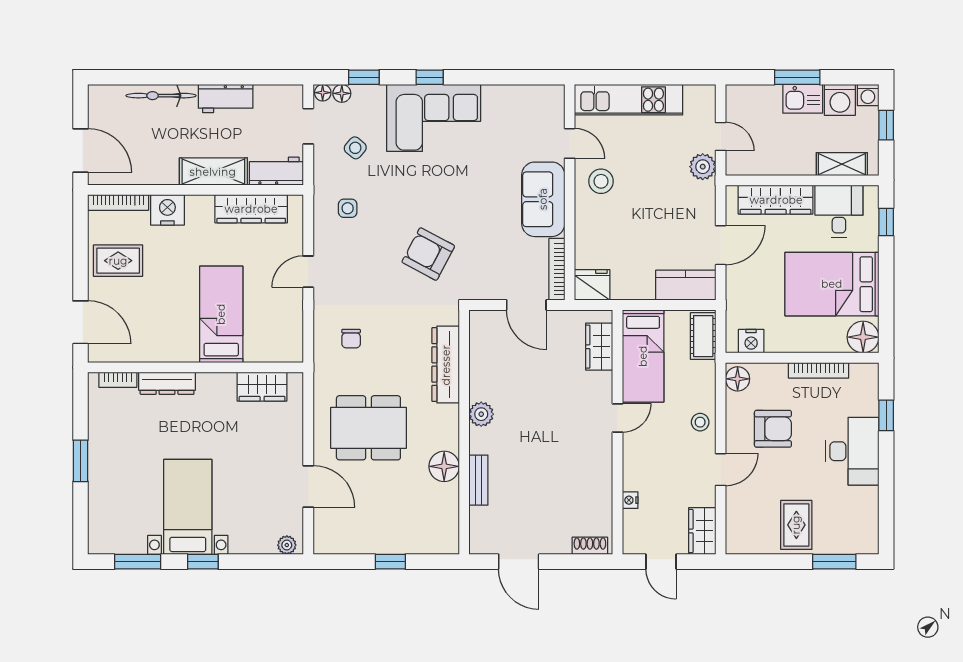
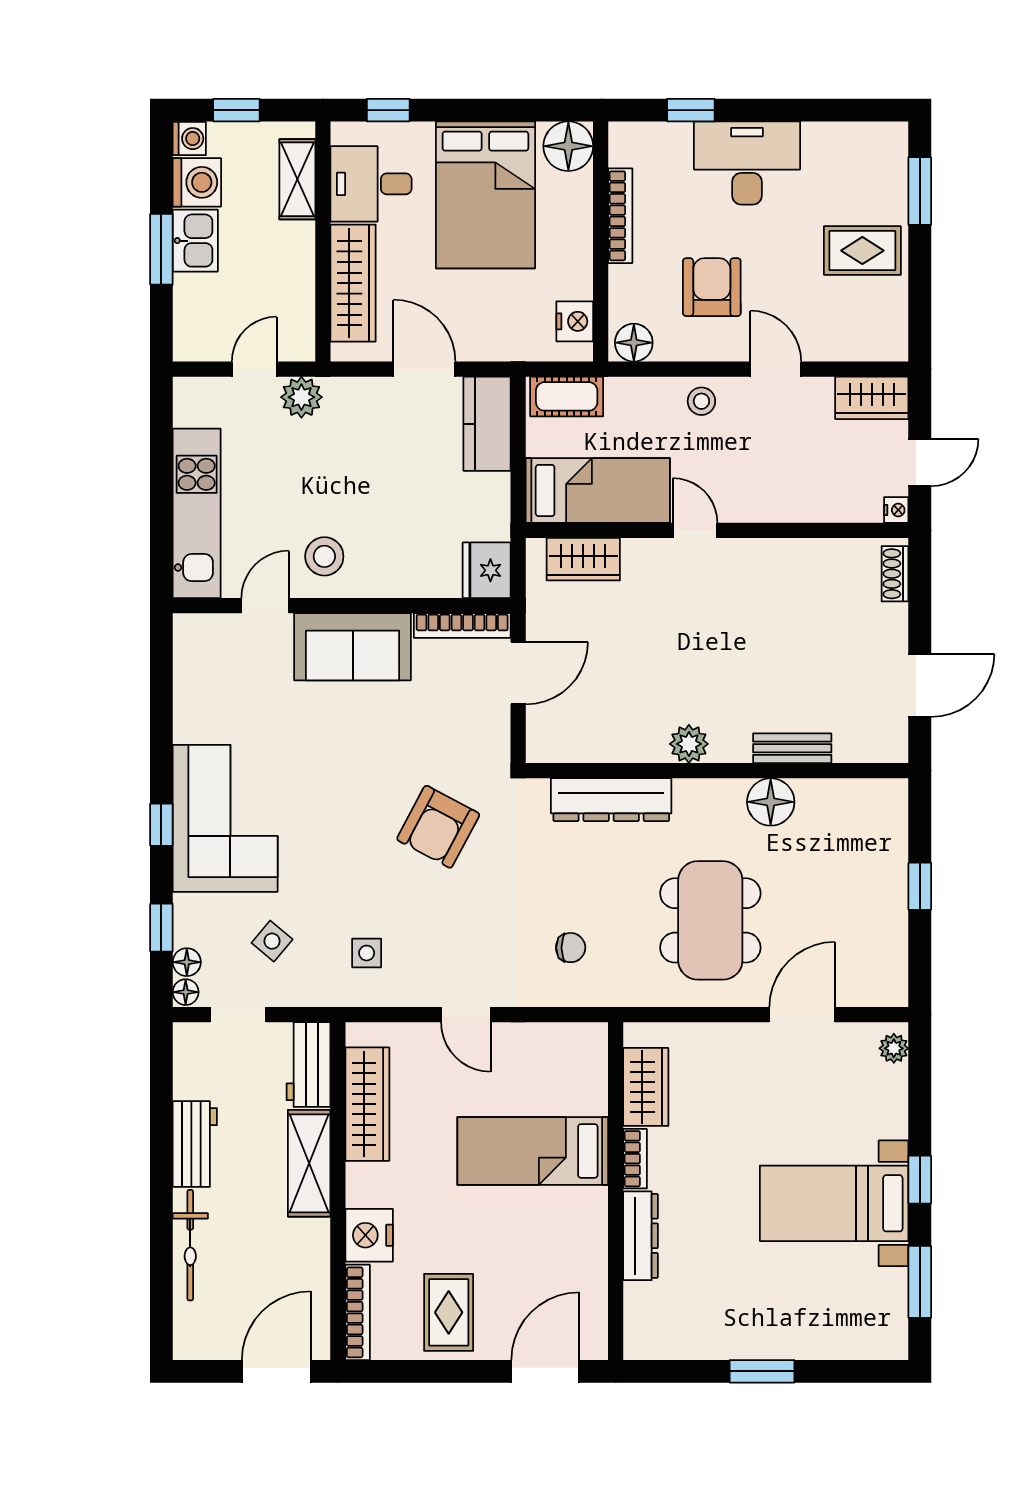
bookcase: (118, 380) -> (635, 1159), moved
nightstand: (630, 500) -> (896, 510), moved, turned -90

